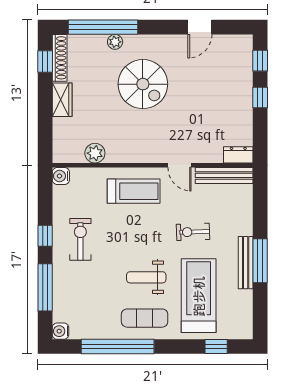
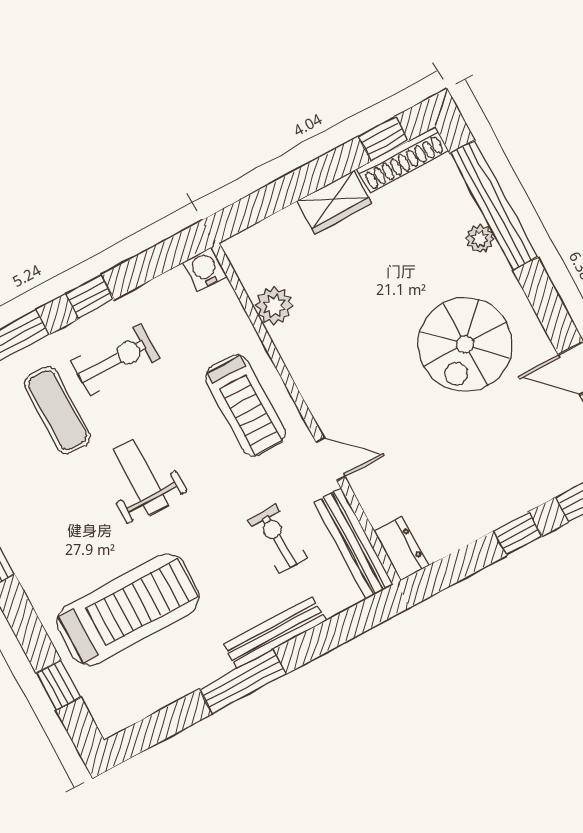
spiral stairs: (143, 84) -> (465, 344), moved
door: (179, 165) -> (330, 459), swing flipped
exercise bike: (193, 232) -> (278, 539), moved
bench: (246, 263) -> (275, 633), moved
weight bench: (146, 277) -> (141, 477), moved
exercise mat: (145, 318) -> (57, 410), moved

